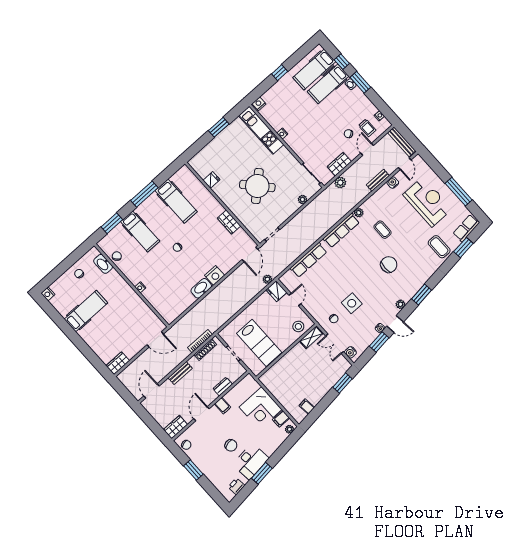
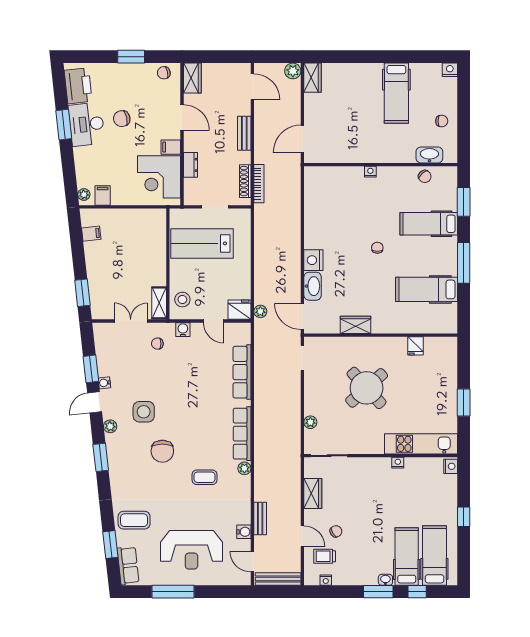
plant: (340, 183) -> (293, 71), moved
washbasin: (201, 288) -> (313, 286), moved
side table: (352, 303) -> (144, 412), moved
water cooler: (350, 352) -> (183, 330), moved
corner desk: (261, 408) -> (159, 177), moved, turned -90
printer: (236, 486) -> (78, 86), width x1.87, depth x1.48

